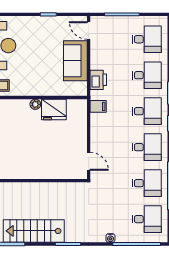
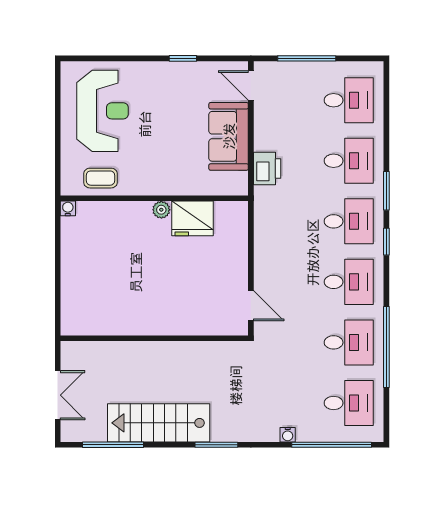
filing cabinet: (98, 106) -> (267, 213), removed

